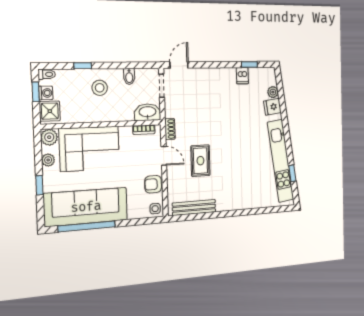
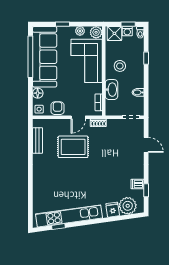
door: (179, 65) -> (146, 145), moved
stool: (100, 88) -> (120, 66), moved
plant: (273, 92) -> (128, 206), width x1.88, depth x1.88
washbasin: (148, 112) -> (111, 90), moved
rug: (200, 161) -> (73, 147), width x1.36, depth x1.43
bench: (194, 207) -> (37, 140), width x0.73
floor lamp: (135, 212) -> (38, 93), added

